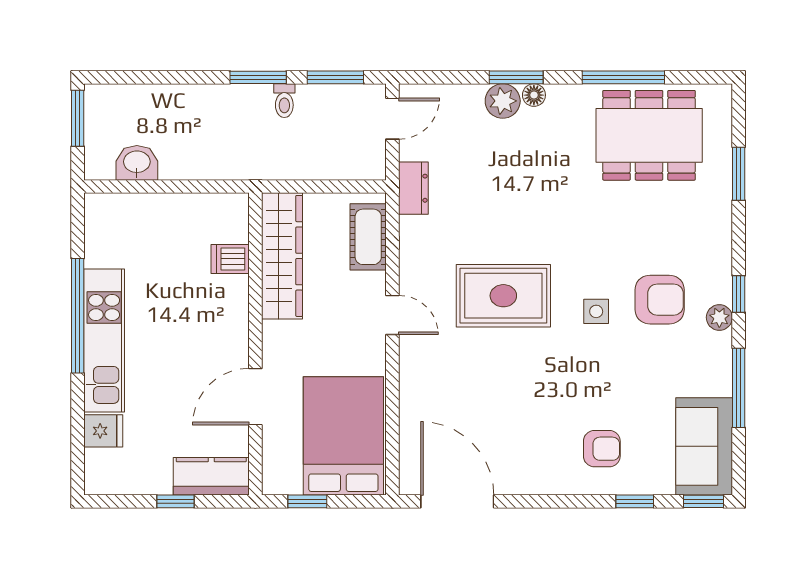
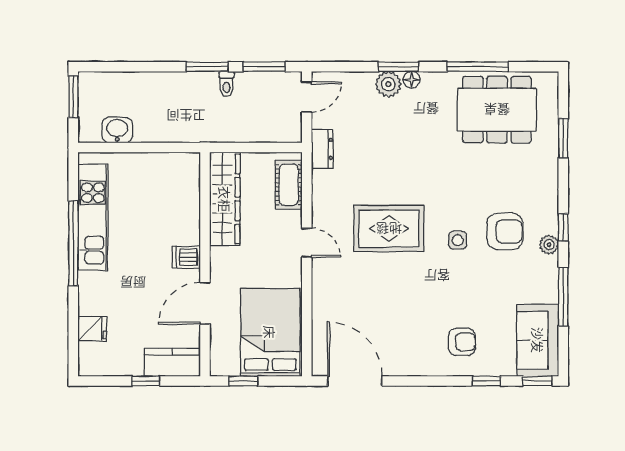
dishwasher: (230, 259) -> (186, 257), moved
kitchen unit: (104, 340) -> (93, 217), moved

